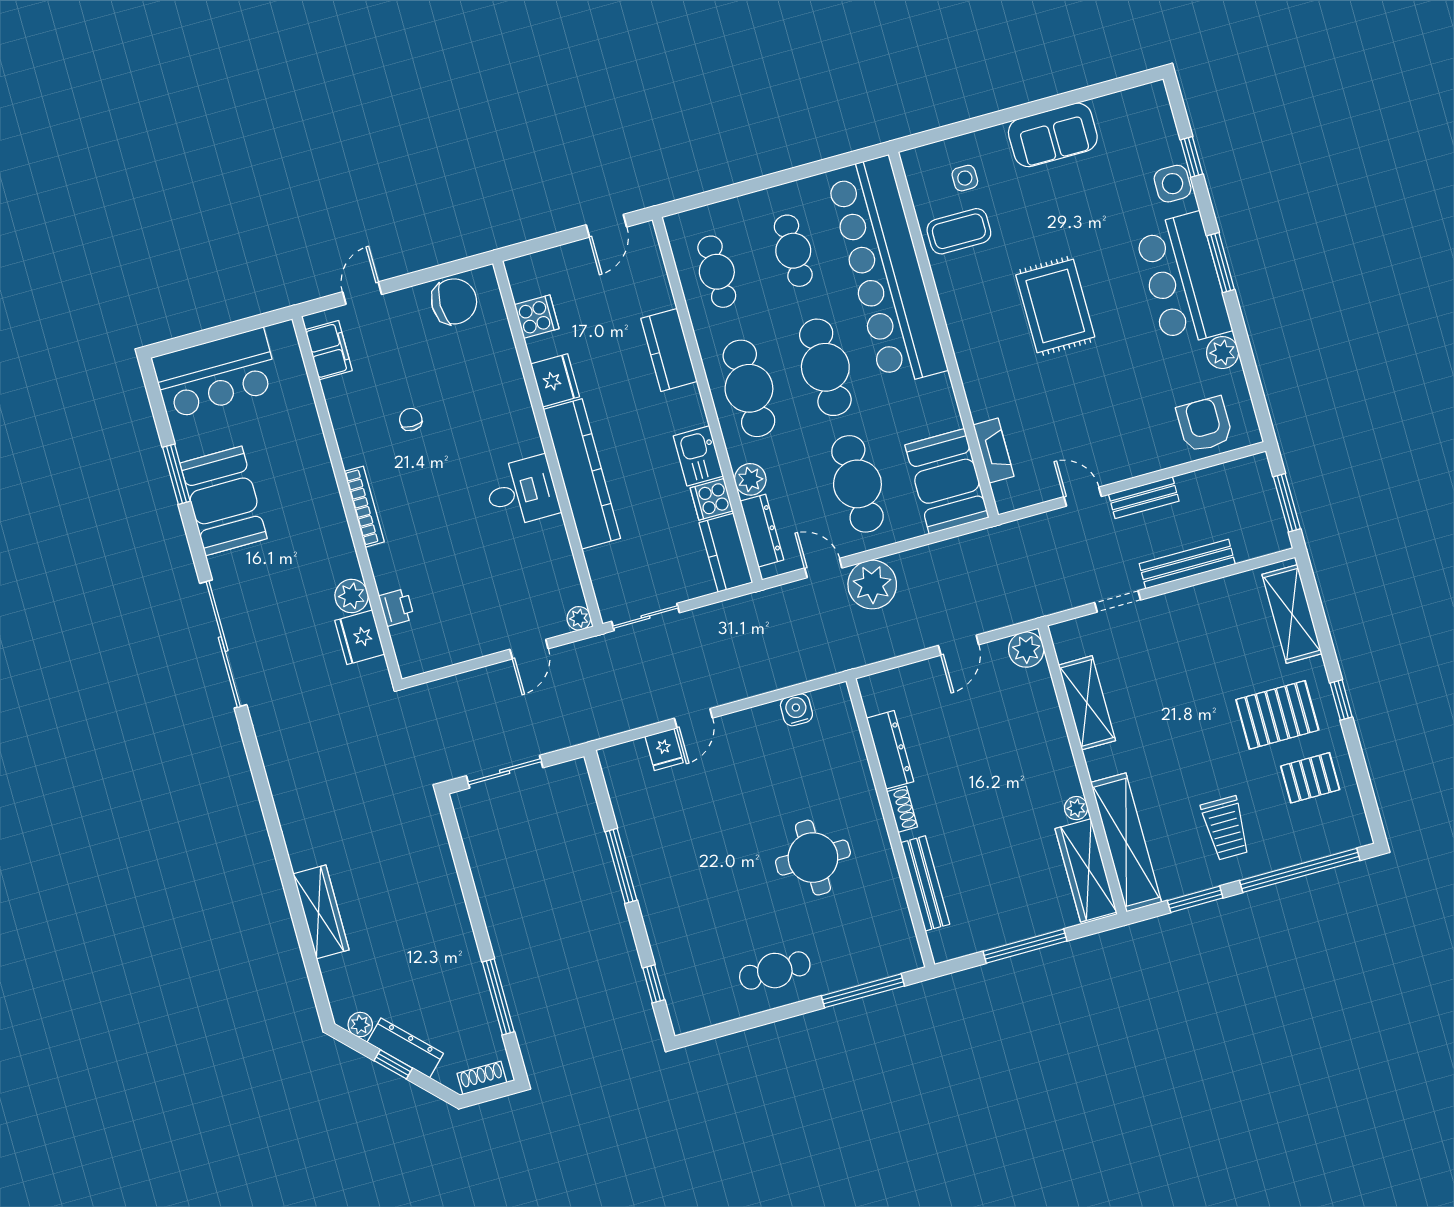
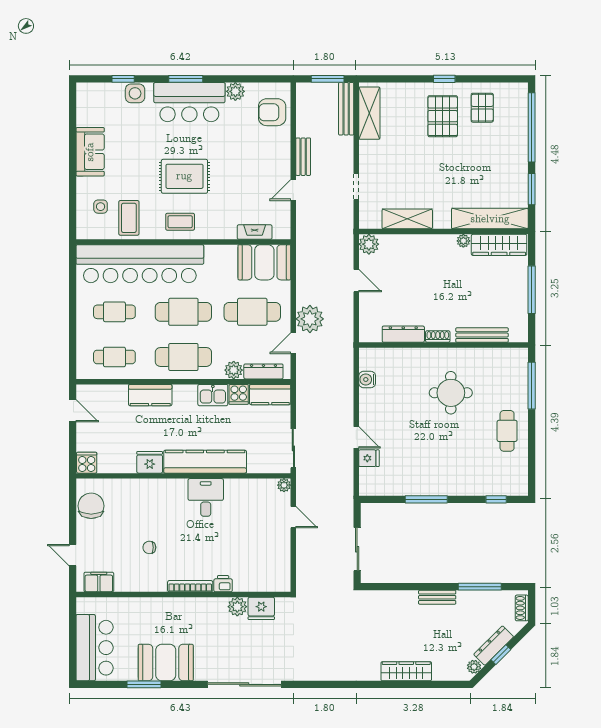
cooker: (537, 317) -> (87, 463), moved
coffee table: (976, 320) -> (180, 222), added
bench: (1187, 564) -> (346, 109), moved
printer: (397, 607) -> (223, 584), moved
shelving: (1292, 614) -> (369, 113), moved, turned 90
trolley: (1226, 828) -> (497, 162), removed
bench: (461, 930) -> (437, 597), added

